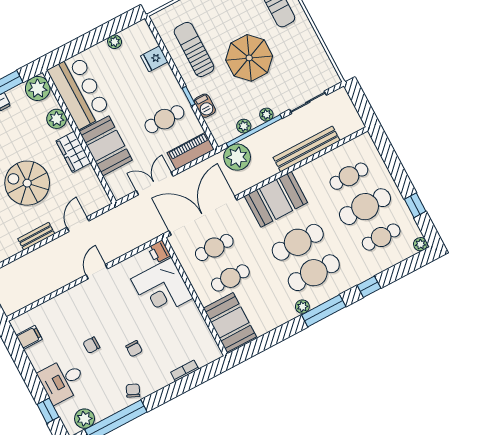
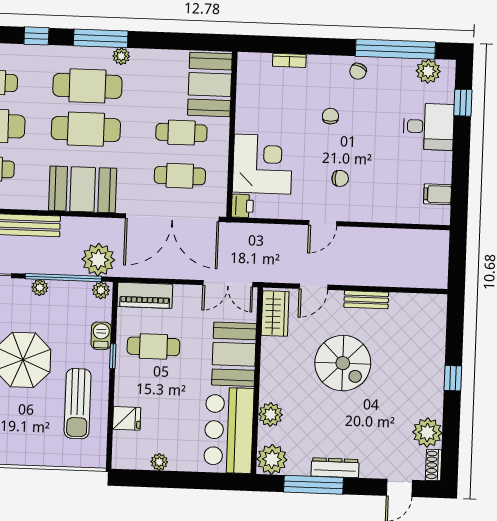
plant: (244, 126) -> (101, 290), moved
wardrobe: (73, 152) -> (275, 313), moved
double door: (155, 183) -> (228, 284), moved
chair: (91, 345) -> (340, 178), moved

